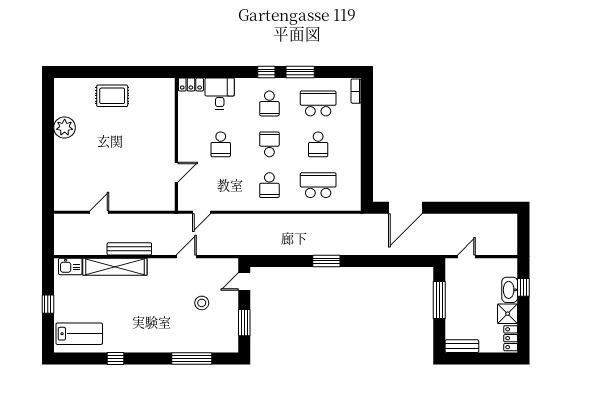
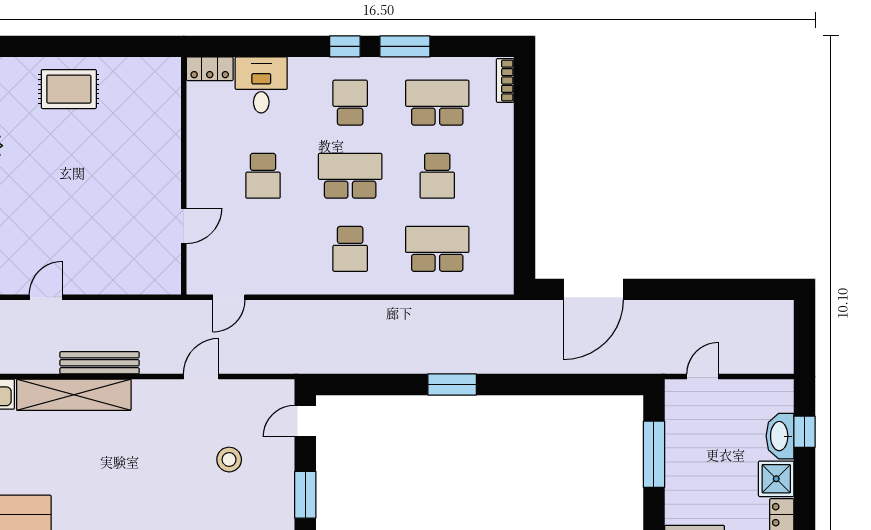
school desk: (269, 103) -> (350, 103), turned 180
school desk: (269, 144) -> (350, 176), width x1.85

